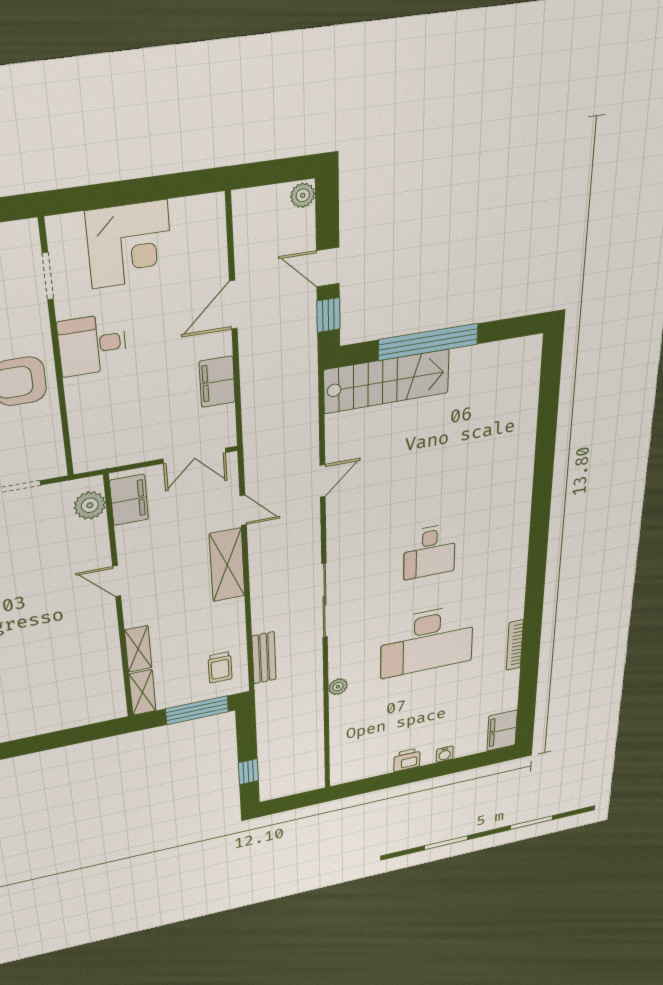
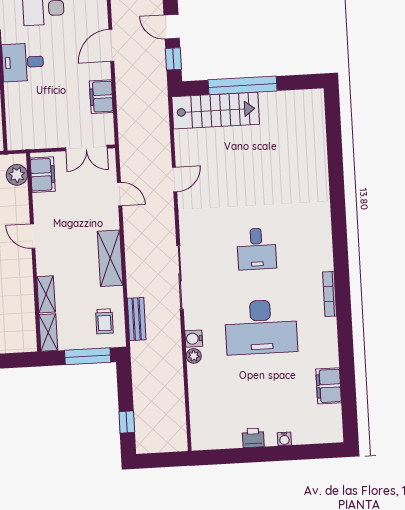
shelving: (227, 565) -> (110, 258), moved
bookcase: (515, 645) -> (330, 294), moved
water cooler: (339, 668) -> (194, 339), added
filing cabinet: (502, 730) -> (329, 386), moved

